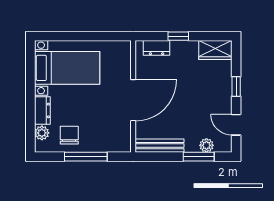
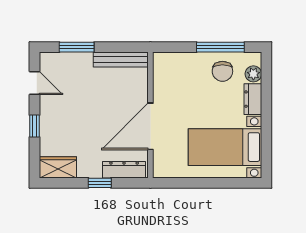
dresser: (157, 48) -> (124, 170), width x1.44
door: (133, 100) -> (150, 126), moved
plant: (206, 145) -> (68, 60), removed
window: (86, 157) -> (220, 47), moved

